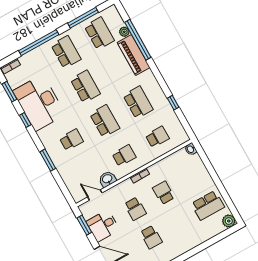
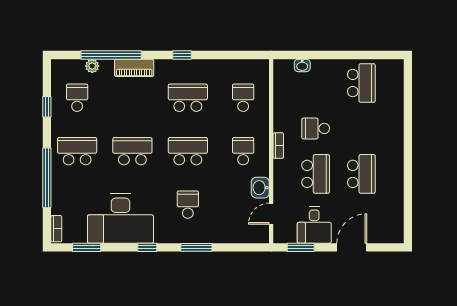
window: (83, 18) -> (47, 107), width x0.46
school desk: (99, 33) -> (77, 98), width x0.54
piano: (134, 55) -> (134, 68), width x0.73, depth x0.75
window: (173, 103) -> (182, 55), moved
window: (25, 120) -> (147, 247), moved
washbasin: (191, 149) -> (302, 65), moved
school desk: (135, 209) -> (316, 174), width x1.85
plant: (229, 221) -> (395, 68), removed
school desk: (151, 237) -> (361, 174), width x1.85

